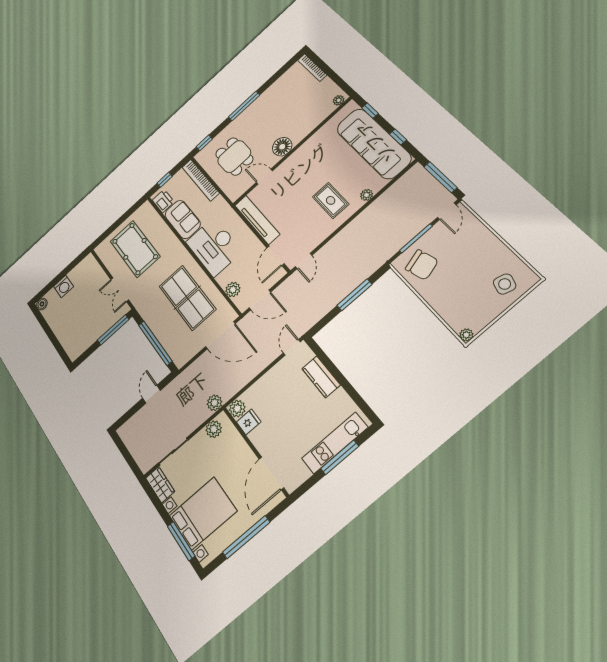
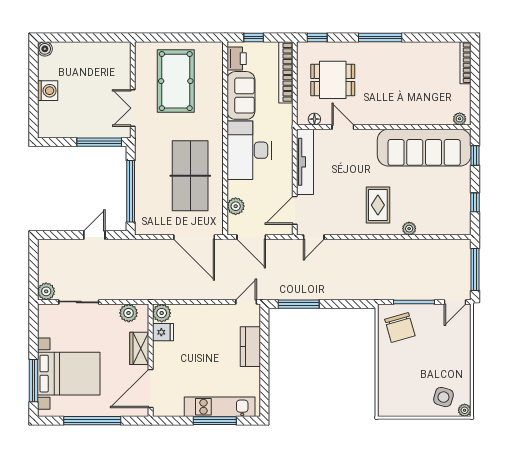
sofa: (374, 143) -> (424, 148), moved, turned -90
floor lamp: (282, 147) -> (314, 119), moved, width x0.53, depth x0.53
dining table: (234, 156) -> (333, 80), turned 90
washing machine: (64, 286) -> (48, 91), moved, turned -90
window: (354, 295) -> (299, 304), moved
plant: (466, 335) -> (465, 410), moved
plant: (214, 403) -> (46, 291), moved
wardrobe: (160, 485) -> (139, 348), moved, turned 180

